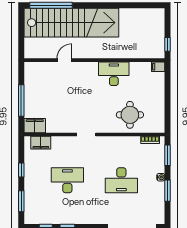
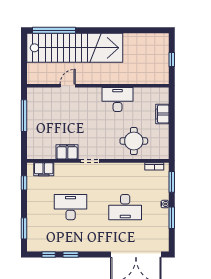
window: (168, 44) -> (172, 60), moved
filing cabinet: (158, 67) -> (162, 114), moved, width x2.00
window: (21, 101) -> (24, 116), moved
filing cabinet: (35, 126) -> (67, 152), moved
window: (21, 170) -> (24, 183), moved

